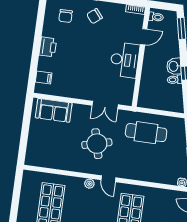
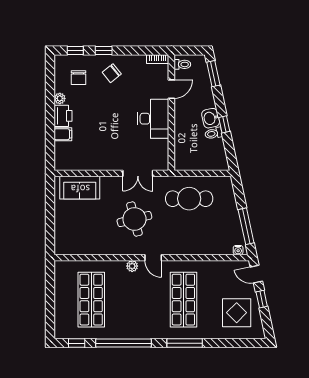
plant: (47, 32) -> (60, 98), added
filing cabinet: (44, 77) -> (63, 134), moved

